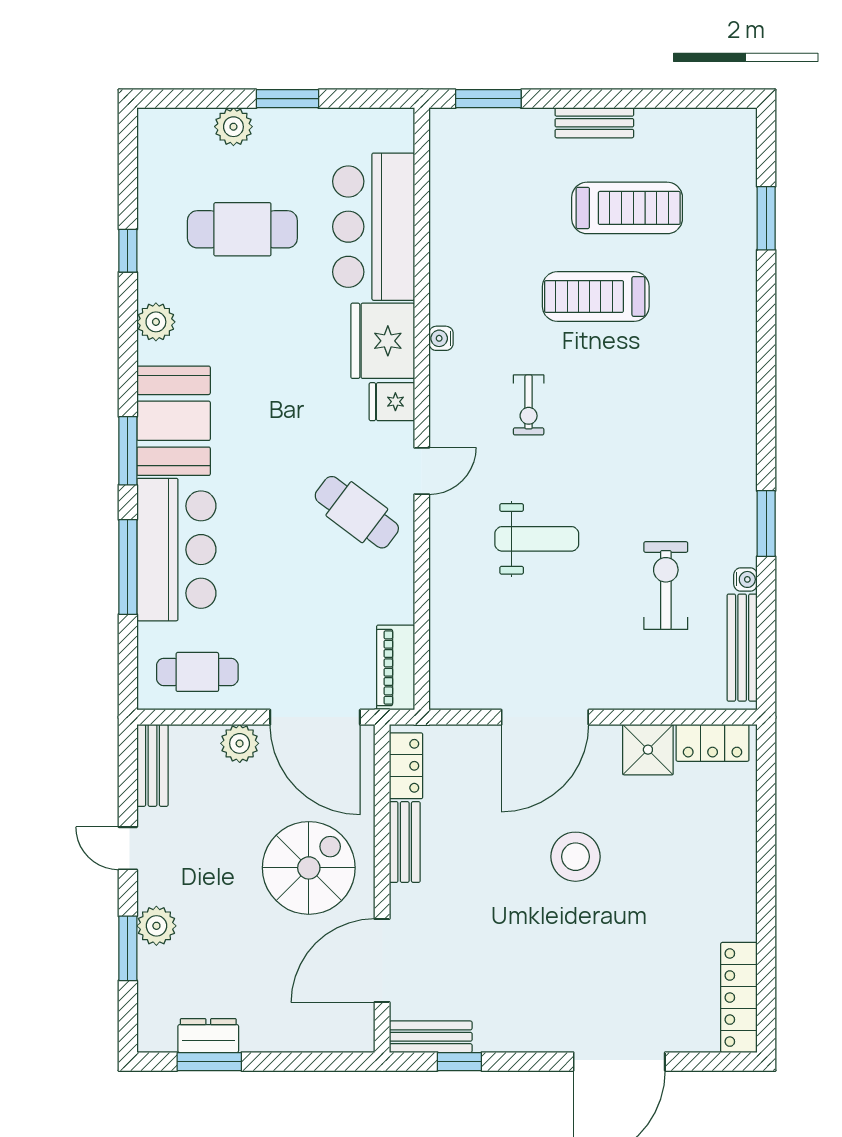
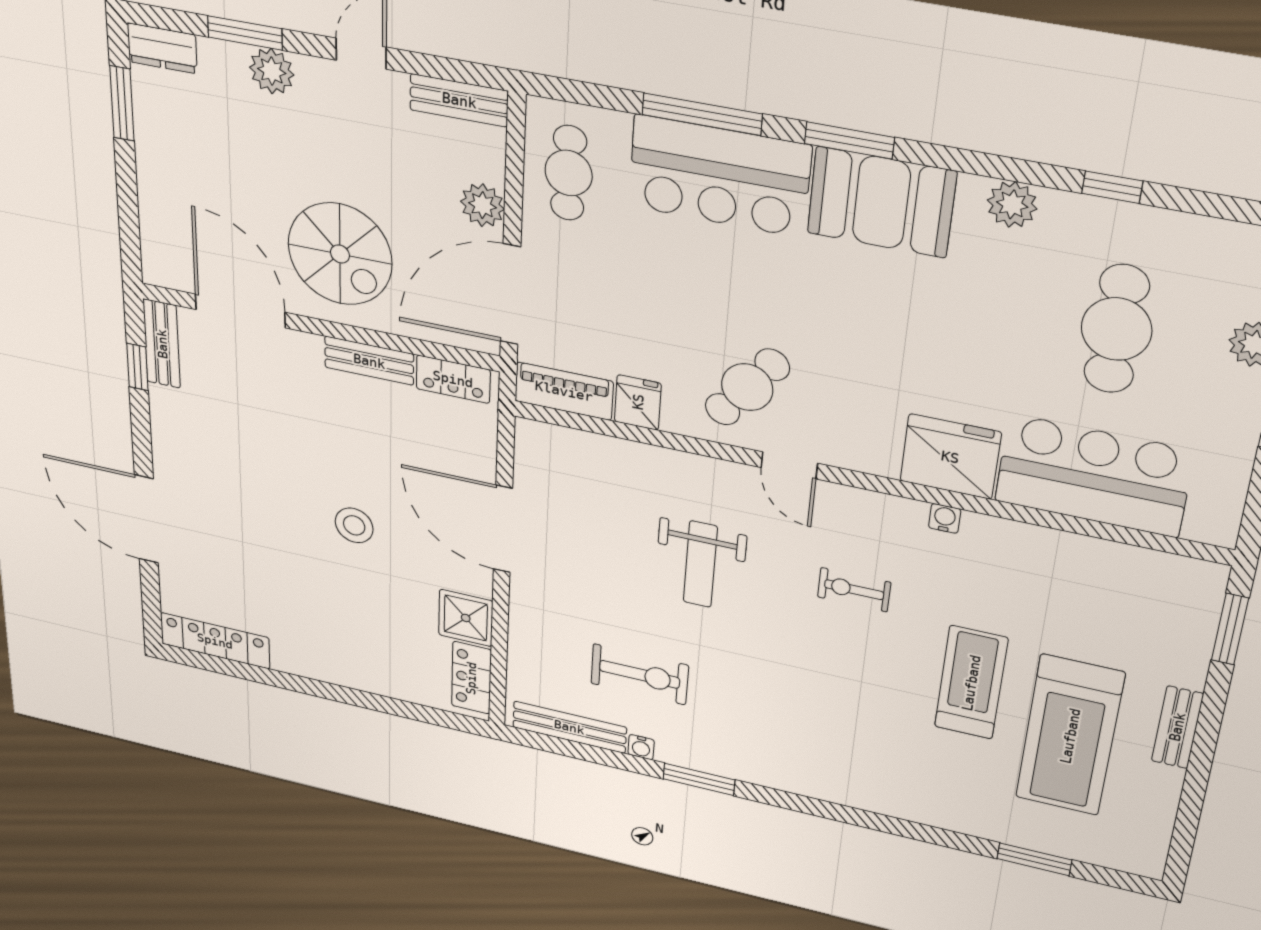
treadmill: (627, 208) -> (1070, 736), width x1.37, depth x1.38
fridge: (392, 402) -> (638, 402), moved
stool: (576, 857) -> (354, 525), width x0.73, depth x0.73
dresser: (208, 1036) -> (162, 48), moved, turned 90

